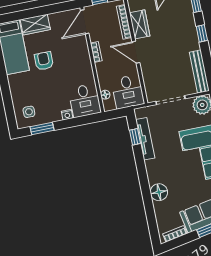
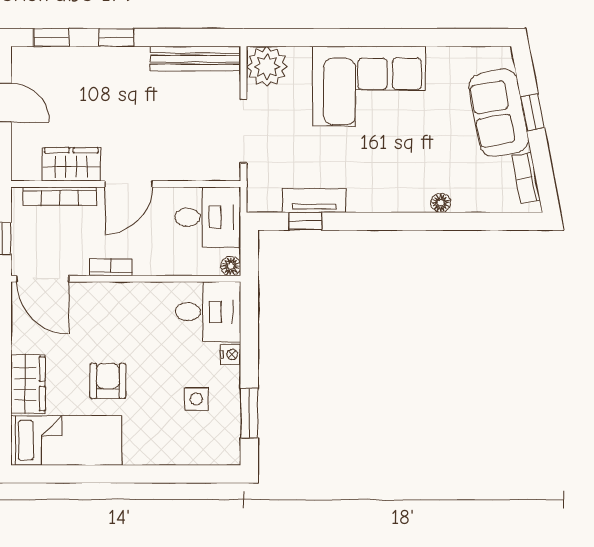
armchair: (44, 61) -> (108, 381), turned 90
floor lamp: (105, 95) -> (231, 266), moved
side table: (29, 112) -> (196, 399), moved
tv unit: (145, 139) -> (314, 201), width x0.71
floor lamp: (159, 192) -> (441, 203), width x0.53, depth x0.53

